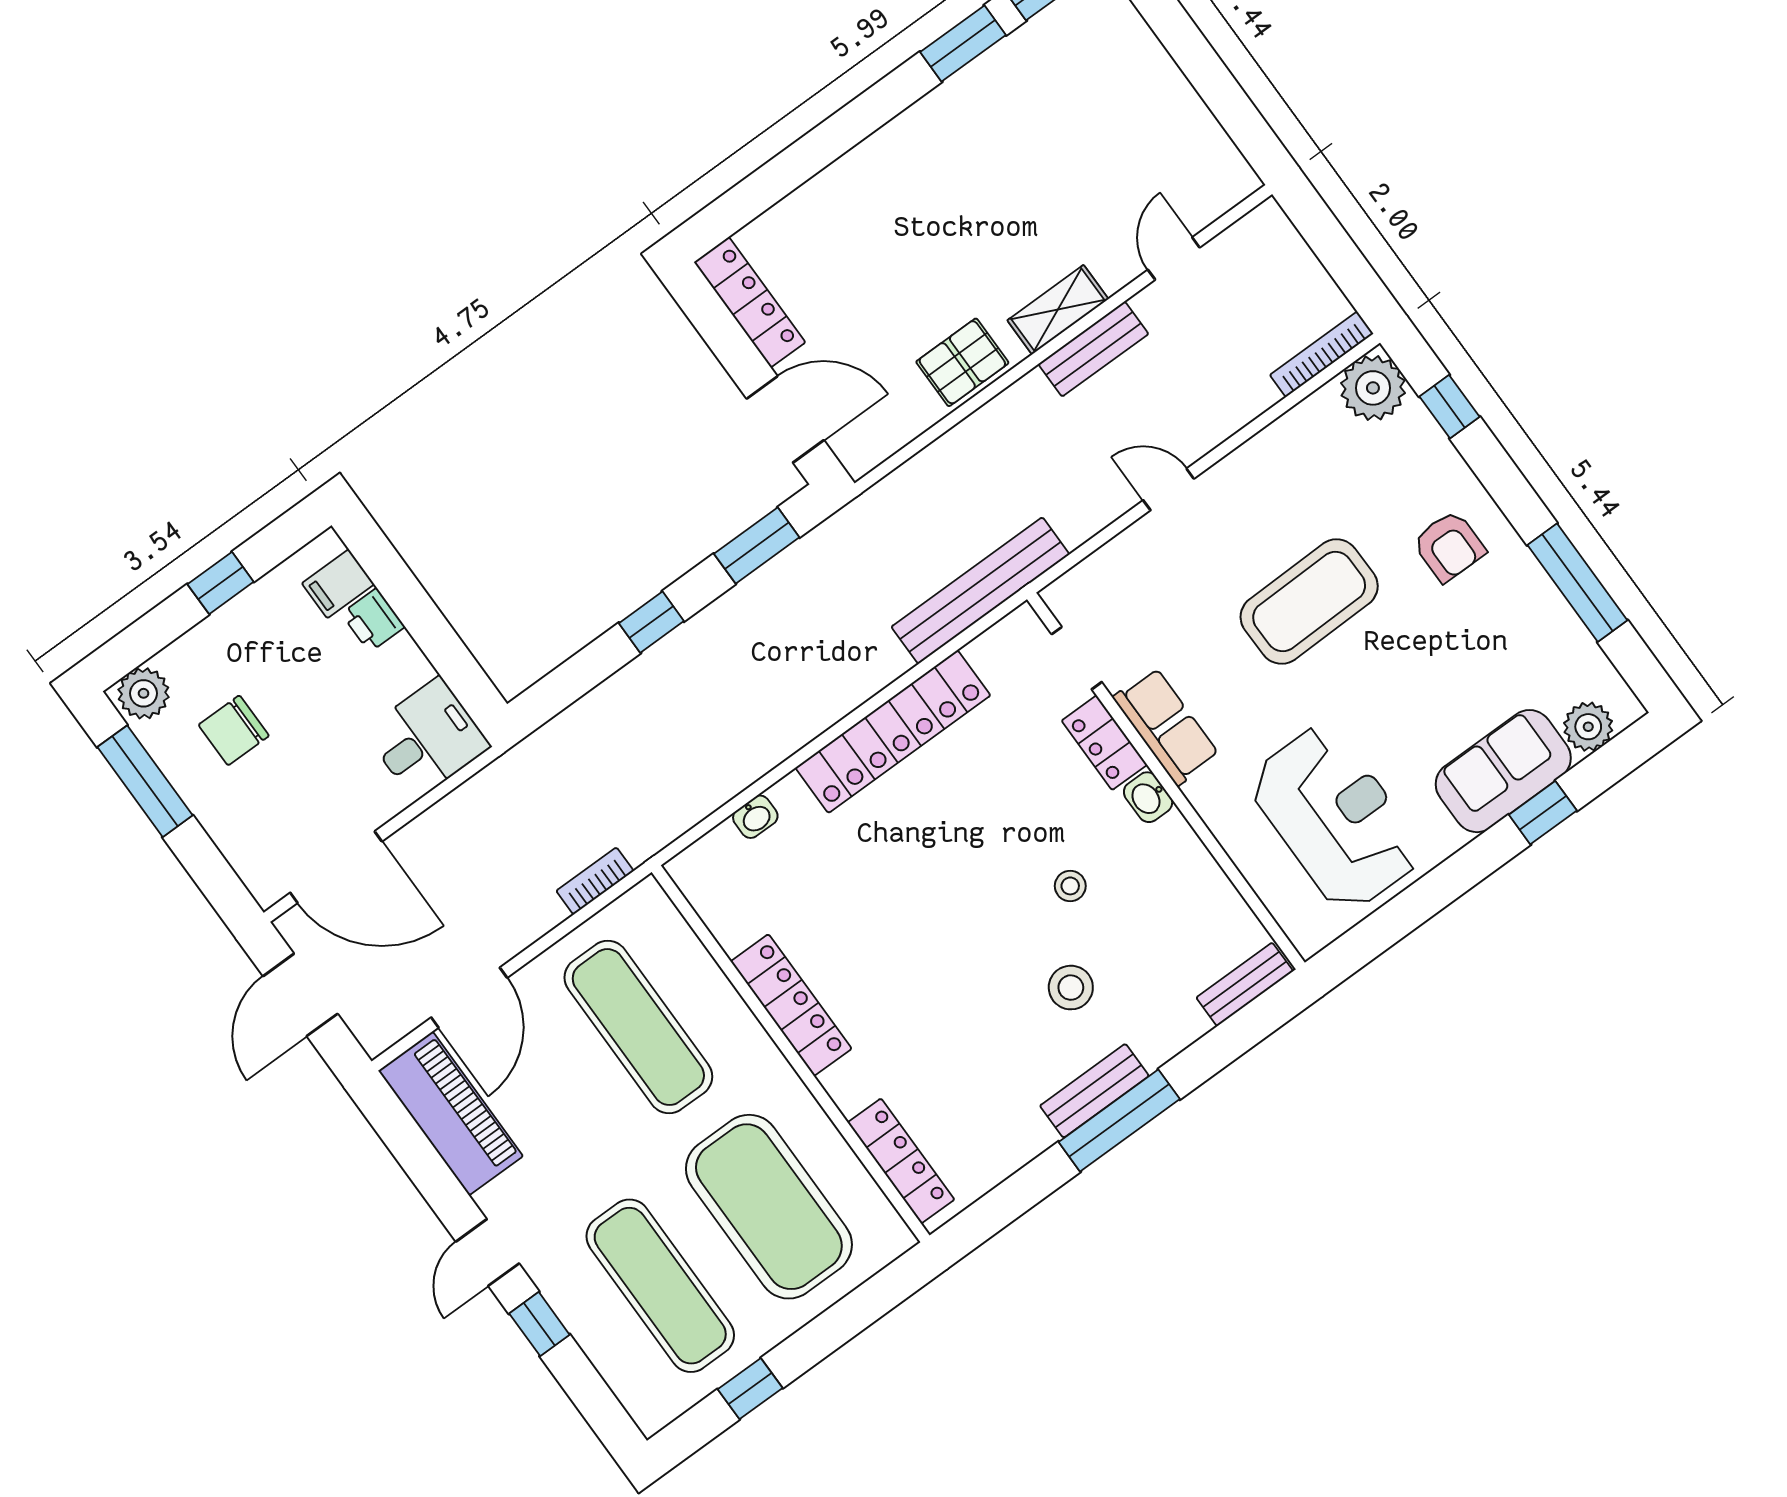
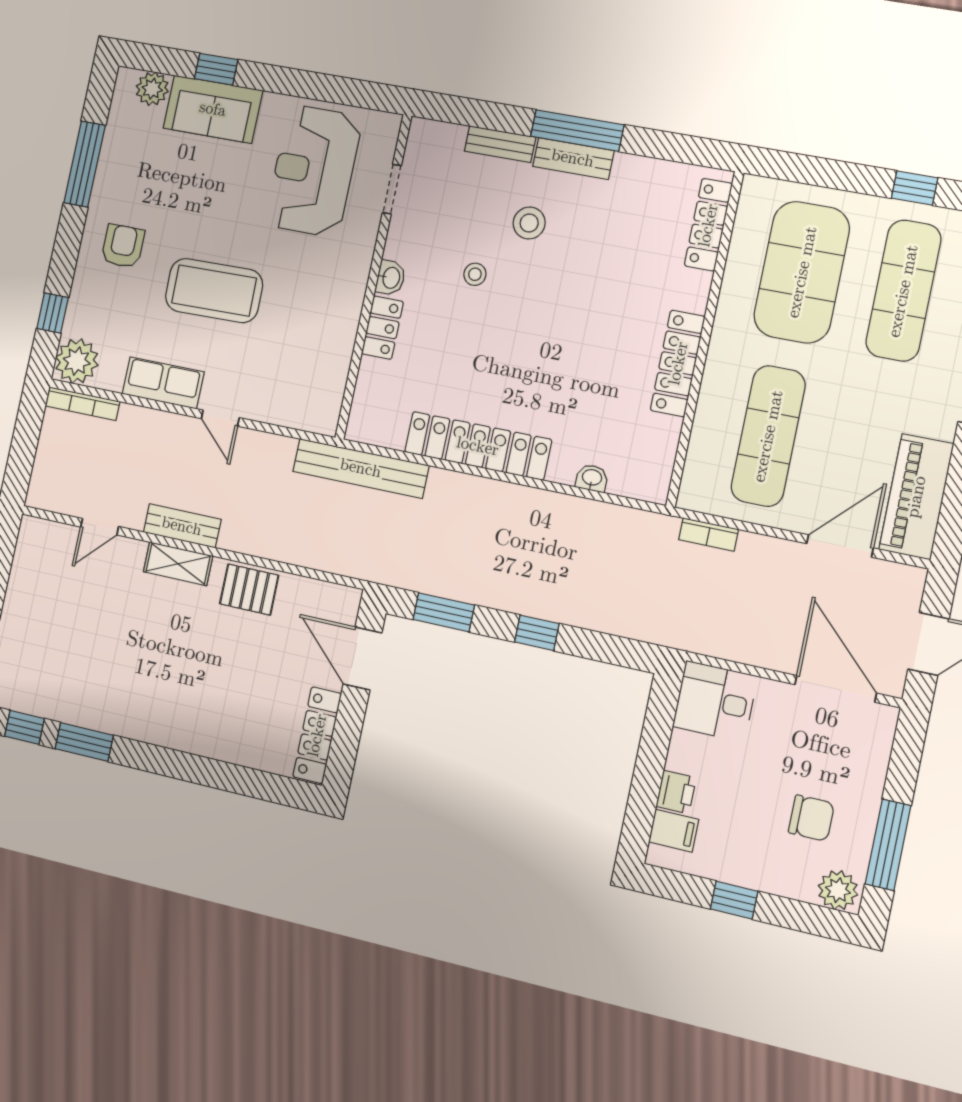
doorway: (1077, 658) -> (392, 189), moved
row of seats: (1166, 726) -> (163, 383), moved, turned 90
bench: (1245, 984) -> (500, 144), moved

